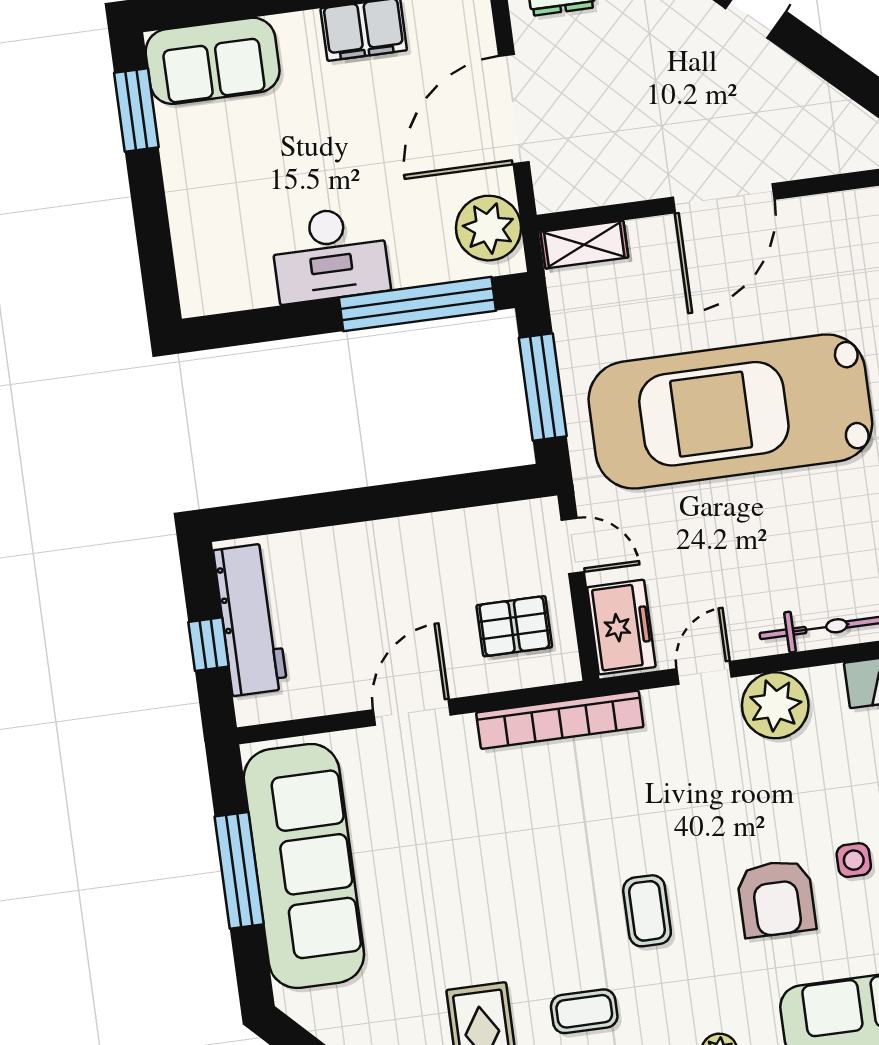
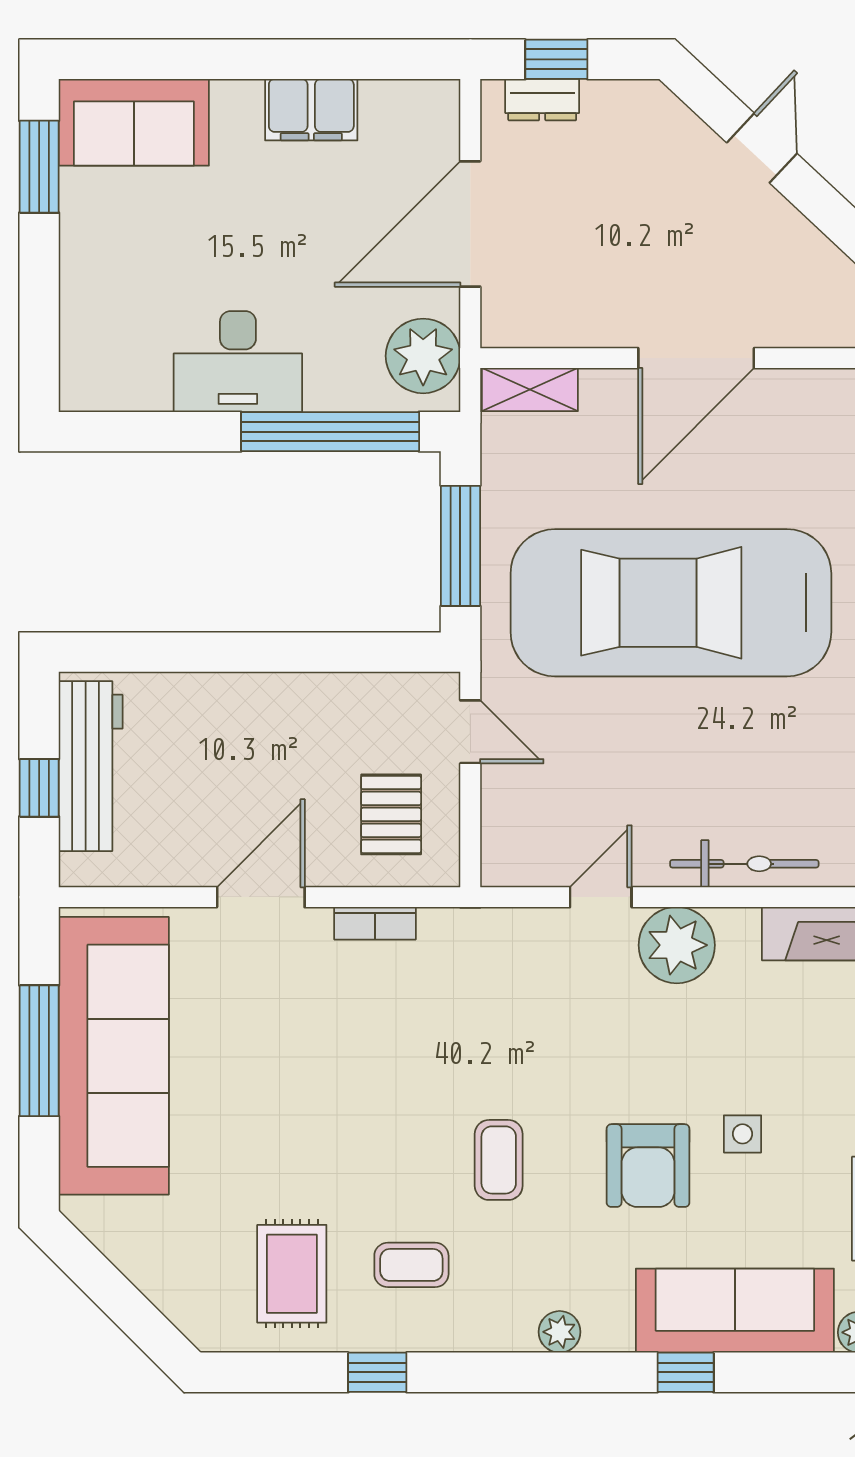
pallet: (514, 626) -> (391, 814), turned 90
freezer: (621, 627) -> (513, 832), removed
bookcase: (560, 720) -> (375, 923), width x0.43, depth x0.76

